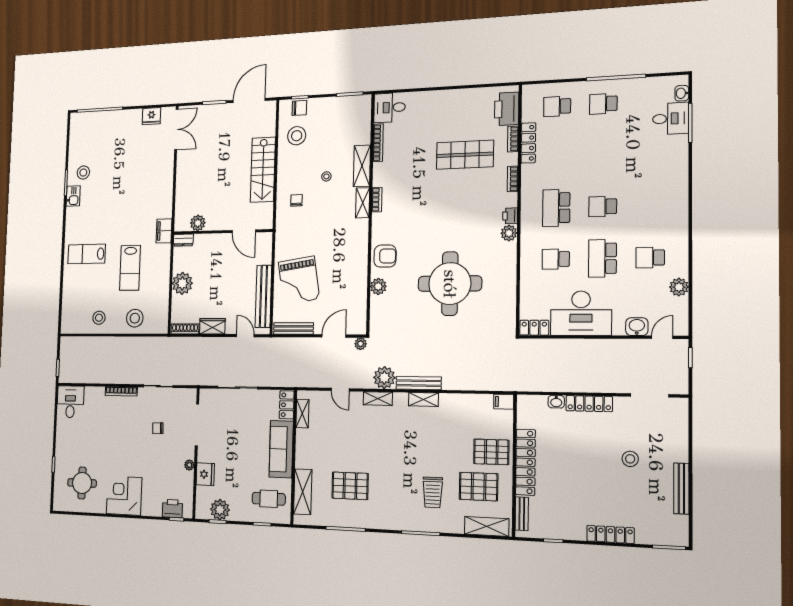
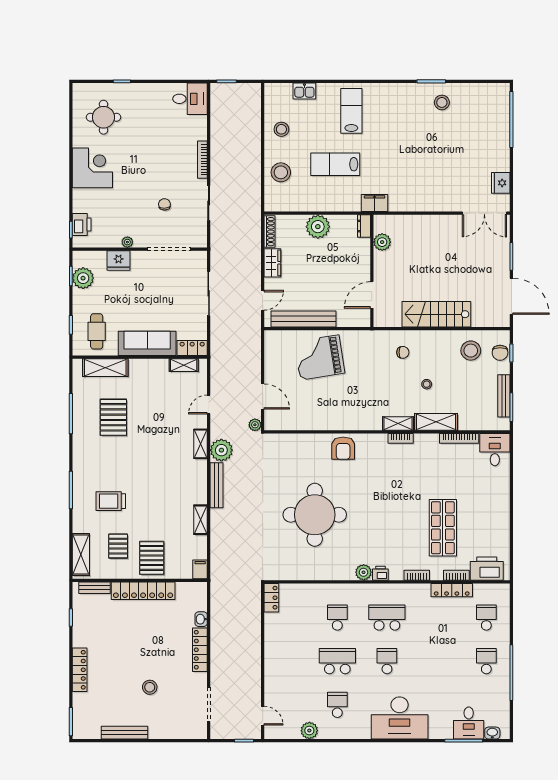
kitchen sink: (73, 196) -> (304, 91), moved
plant: (378, 286) -> (313, 442), removed
desk: (581, 313) -> (400, 718), moved, turned -90
washbasin: (637, 327) -> (273, 693), removed
bench: (293, 329) -> (504, 396), moved
shelving: (423, 400) -> (201, 520), moved
pallet: (479, 487) -> (118, 546), width x0.67, depth x0.71

